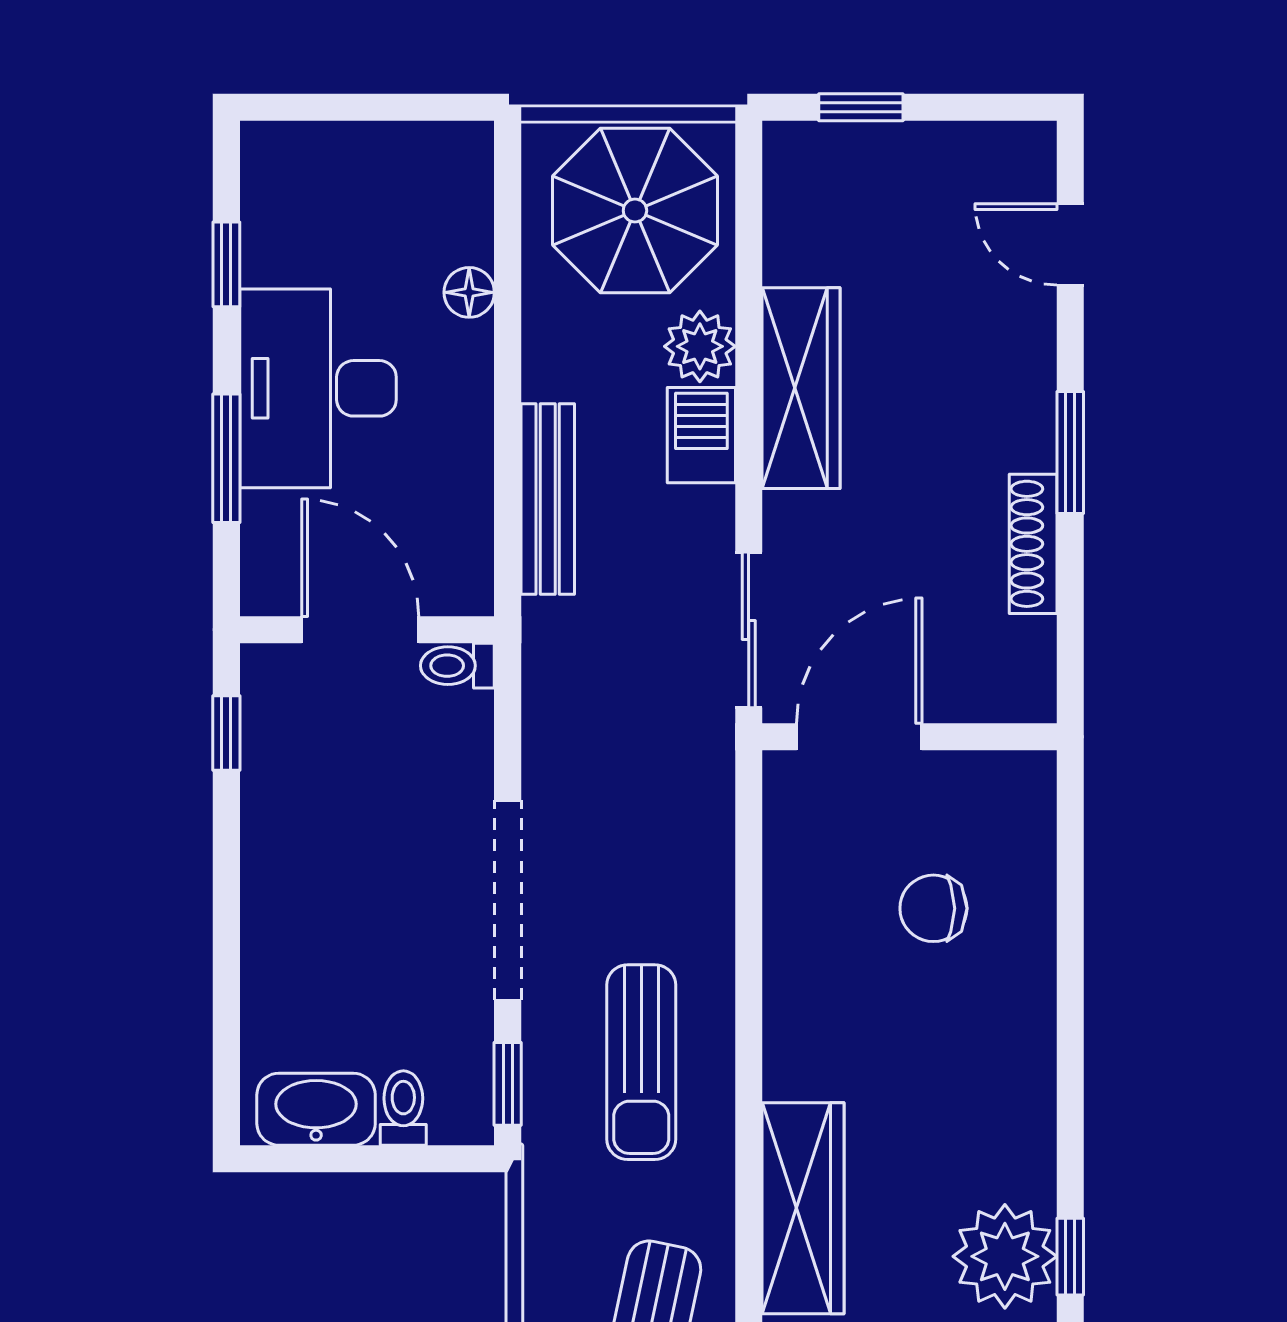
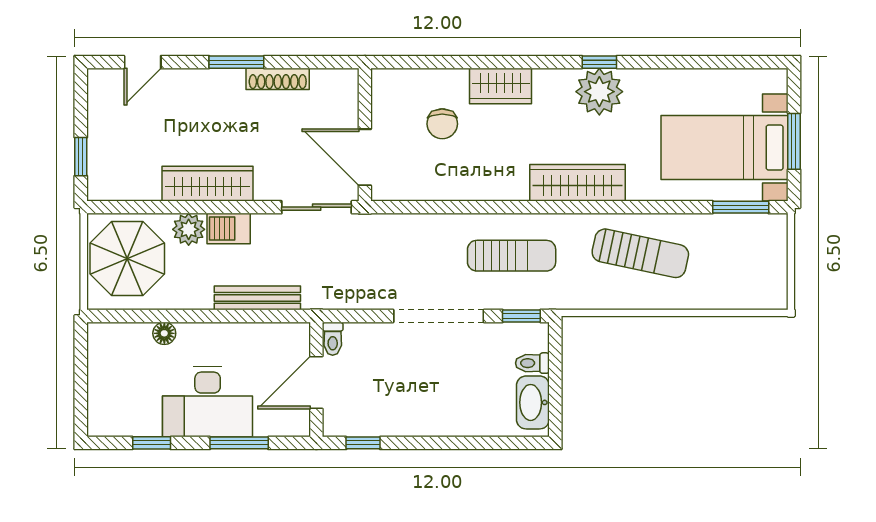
wardrobe: (1017, 1038) -> (501, 86), added

